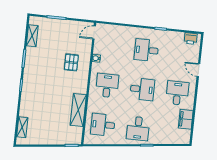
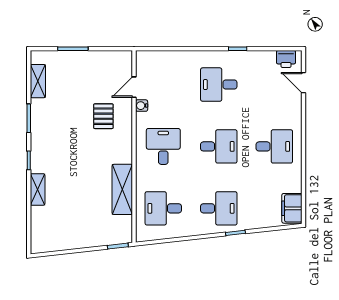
door: (94, 32) -> (134, 87), moved
door: (198, 70) -> (303, 83), moved
desk: (177, 93) -> (274, 146), turned 90
filing cabinet: (186, 119) -> (292, 208), moved
shelving: (22, 127) -> (38, 189), moved
desk: (138, 128) -> (219, 208), turned -90

